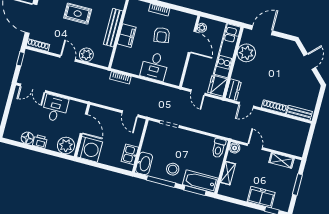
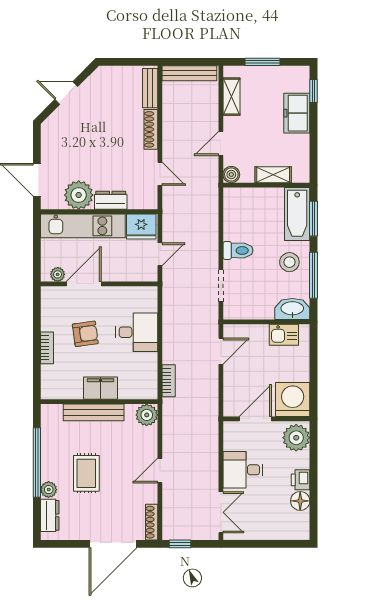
plant: (86, 55) -> (147, 415), moved
dresser: (233, 90) -> (111, 200), moved
bench: (302, 139) -> (189, 73), added
toilet: (219, 148) -> (238, 250), moved

